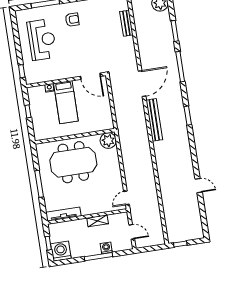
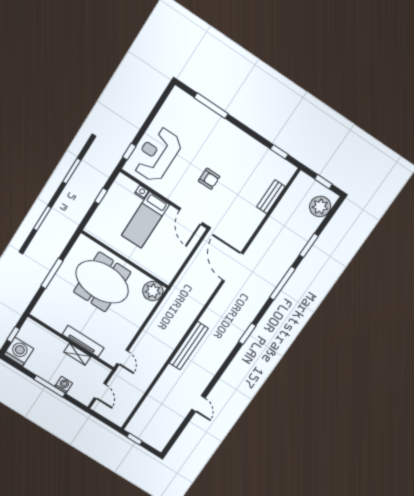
armchair: (72, 20) -> (209, 179), moved
reception desk: (42, 40) -> (157, 154), moved, turned 180
door: (142, 84) -> (233, 267), swing flipped
bench: (154, 120) -> (189, 346), moved
door: (126, 198) -> (123, 357), swing flipped
tv unit: (63, 214) -> (83, 341), moved

